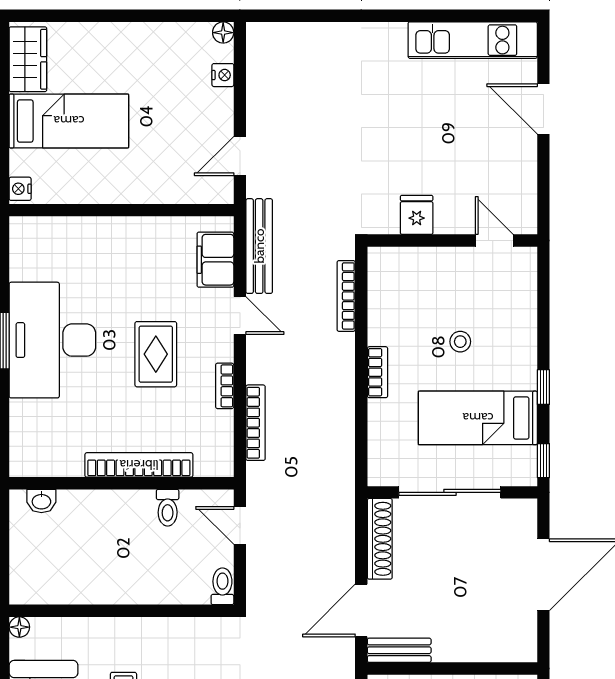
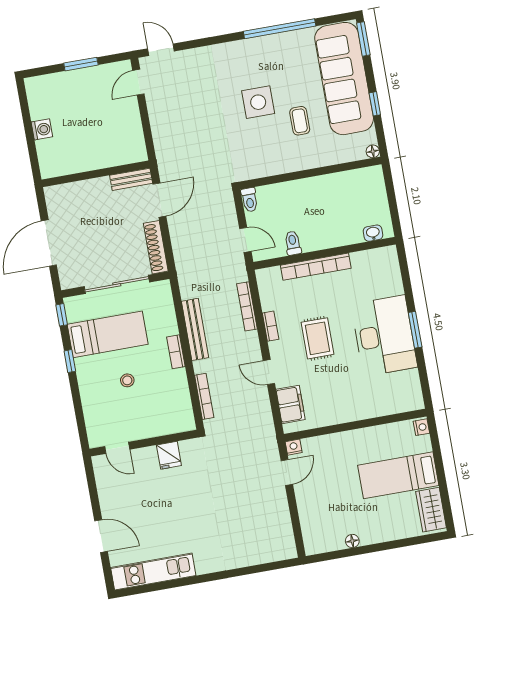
floor lamp: (223, 33) -> (352, 541), moved
nightstand: (223, 75) -> (294, 447), moved, turned 90
bench: (259, 246) -> (195, 329), moved

